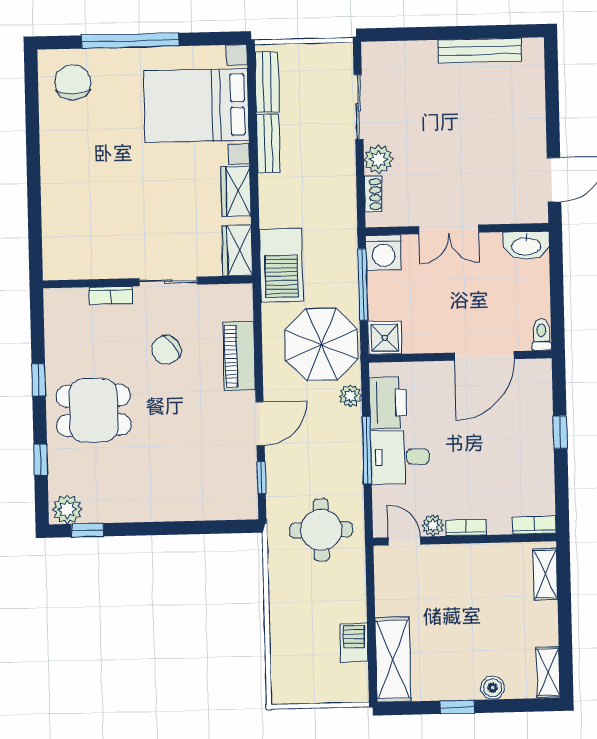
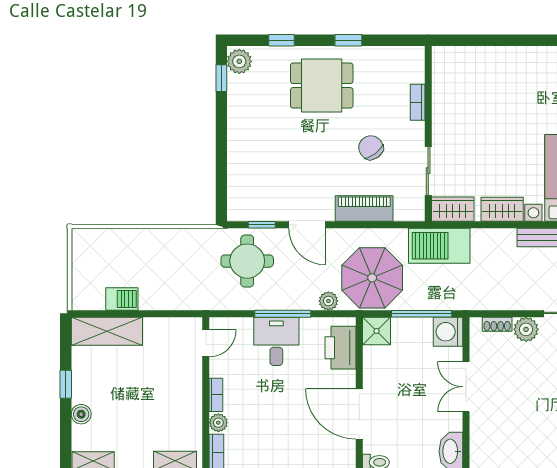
sliding door: (168, 281) -> (428, 171), moved
printer: (388, 403) -> (340, 348), moved, turned 90
dining table: (93, 410) -> (322, 86), turned 90
plant: (433, 525) -> (218, 423), moved
round table: (321, 530) -> (247, 261), moved

